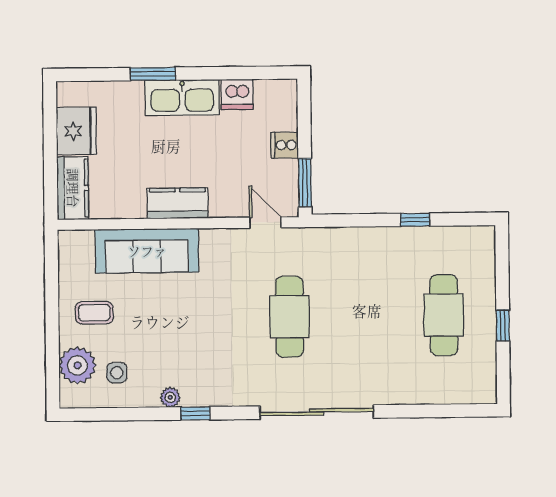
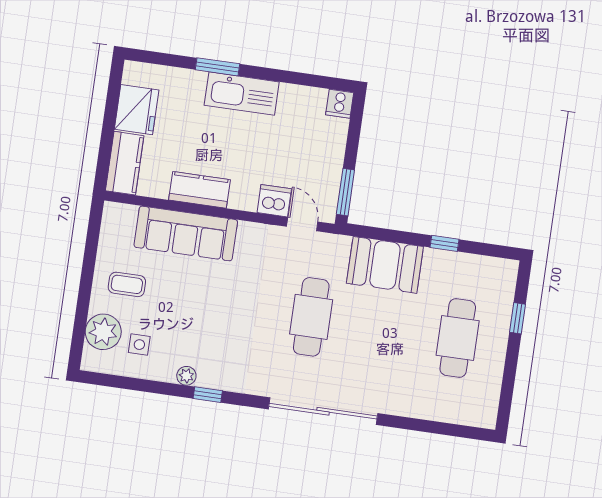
dishwasher: (237, 94) -> (274, 201), moved, turned 180
cooker: (285, 145) -> (340, 104), moved, turned -90
kitchen counter: (178, 203) -> (200, 190), moved
booth: (357, 251) -> (385, 265), added
window: (503, 325) -> (517, 318), moved

